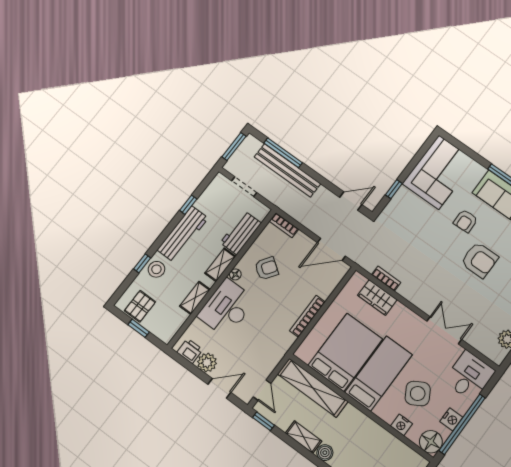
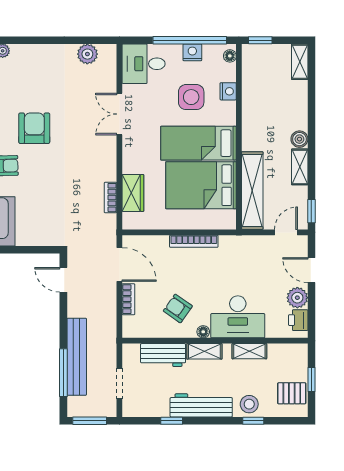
window: (394, 189) -> (25, 250), removed
bookcase: (284, 225) -> (128, 299), moved
side table: (418, 393) -> (191, 97), turned 30
floor lamp: (431, 442) -> (230, 56), width x0.53, depth x0.53

